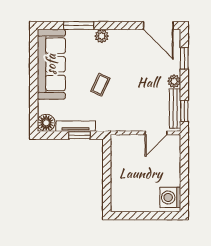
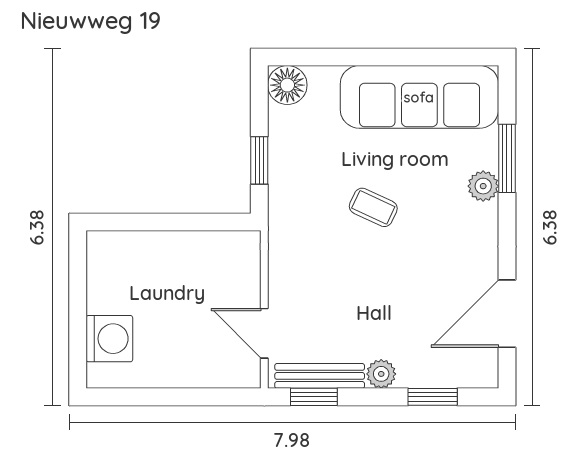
door: (158, 26) -> (507, 314), moved
plant: (102, 36) -> (483, 186), moved
tv unit: (76, 126) -> (280, 151), removed
washing machine: (170, 197) -> (109, 339), moved, turned 90

